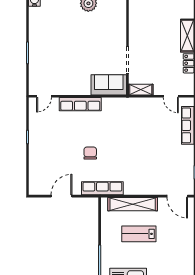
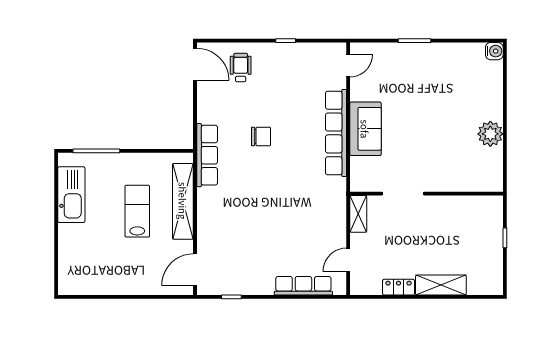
sofa: (109, 85) -> (365, 129), moved
door: (44, 96) -> (348, 66), swing flipped
row of seats: (80, 104) -> (336, 133), width x1.36
wheelchair: (45, 166) -> (241, 68), added
door: (61, 196) -> (195, 64), moved

